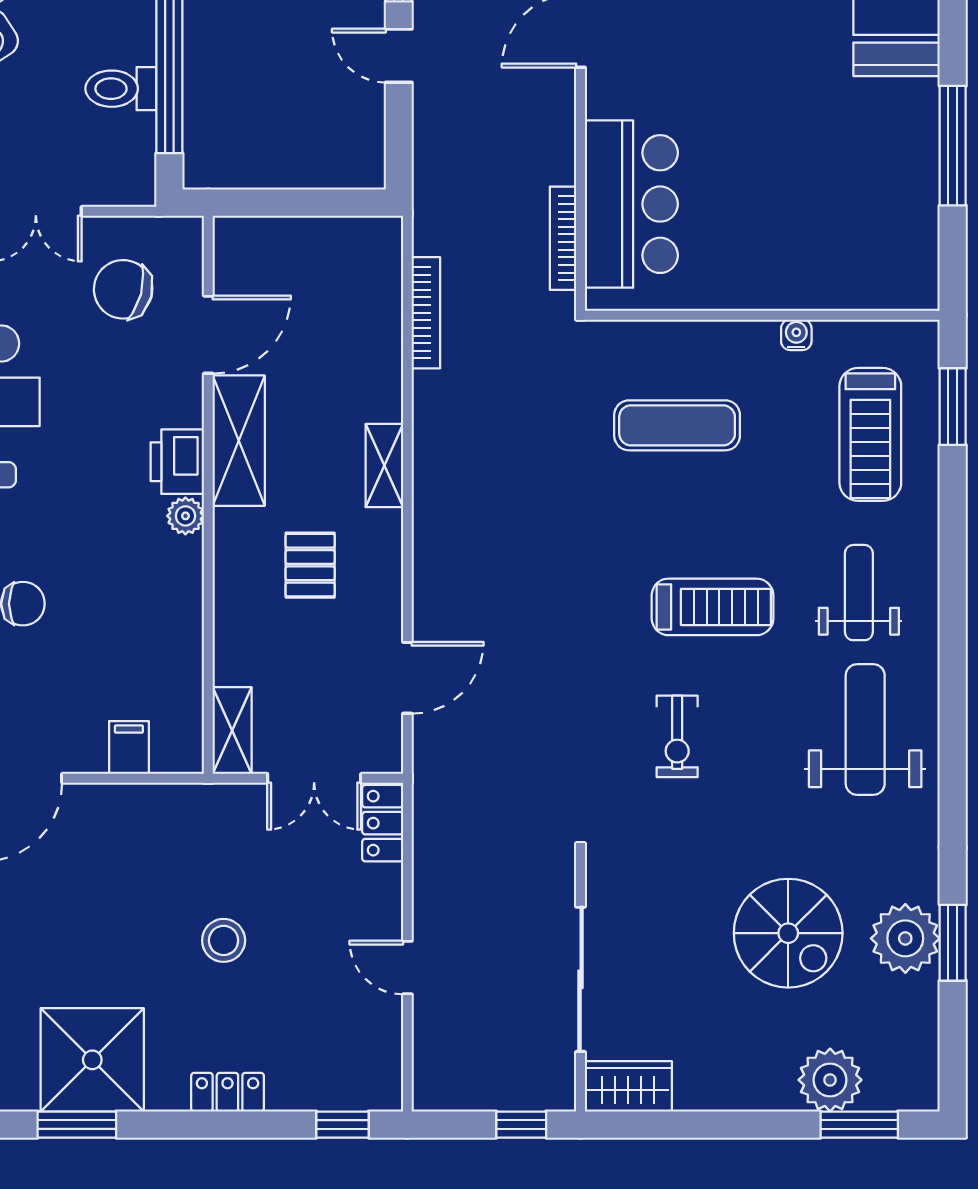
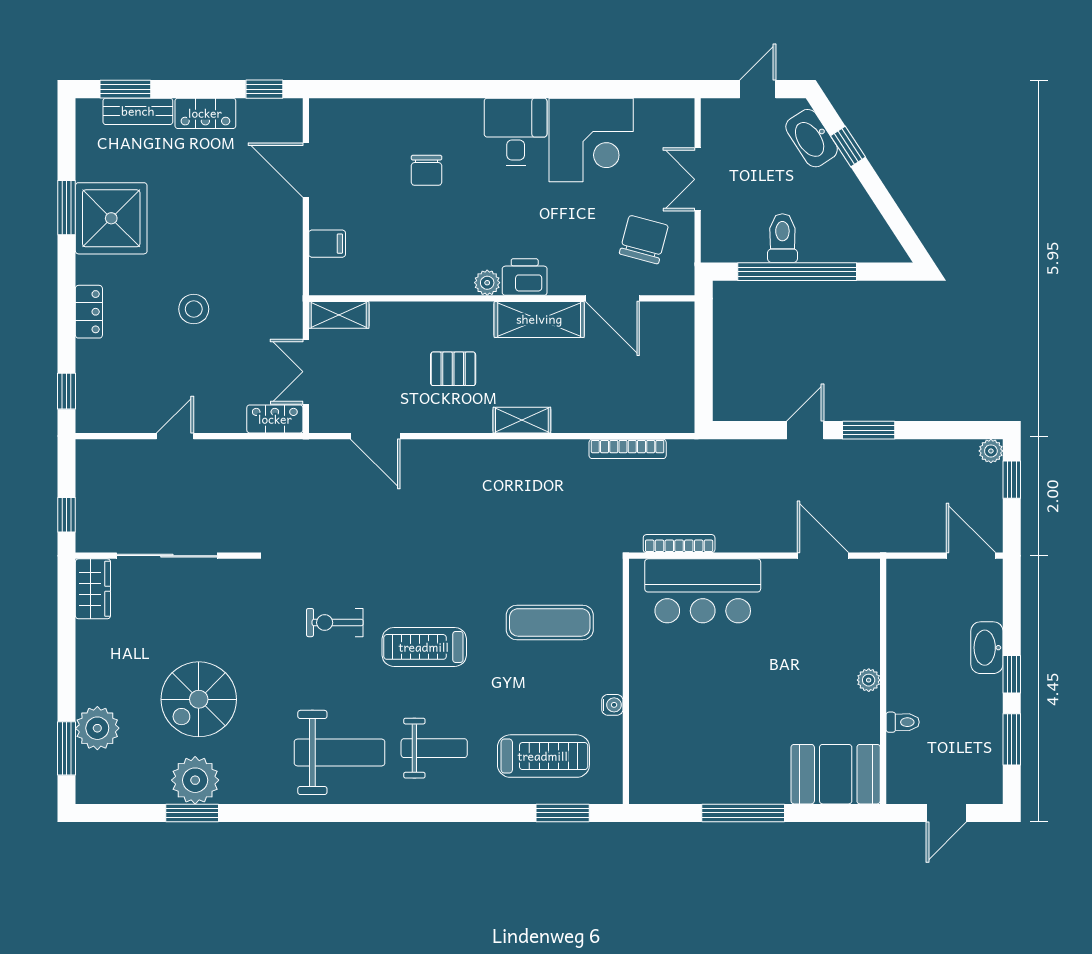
exercise mat: (677, 425) -> (550, 622), turned 90
treadmill: (870, 434) -> (543, 756), turned 180
treadmill: (713, 607) -> (424, 647), turned 90

